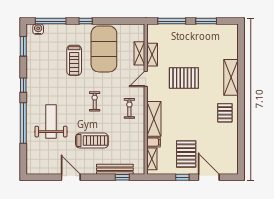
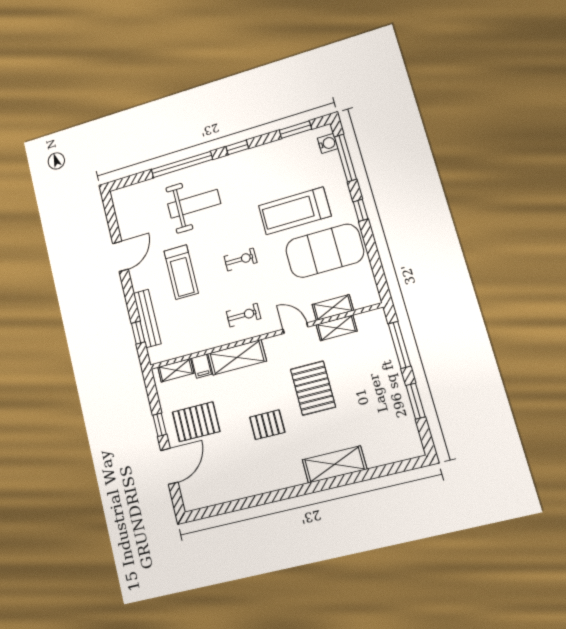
treadmill: (74, 60) -> (295, 211), width x1.37, depth x1.38
pallet: (225, 113) -> (267, 425), moved

